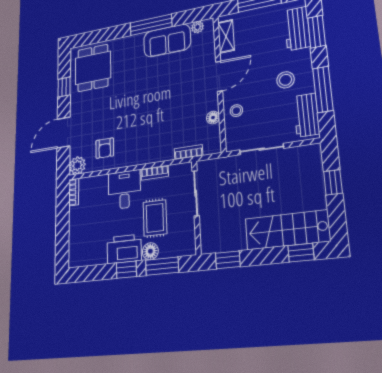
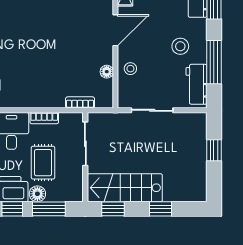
stairs: (287, 230) -> (125, 188), moved
window: (301, 253) -> (160, 209), moved

